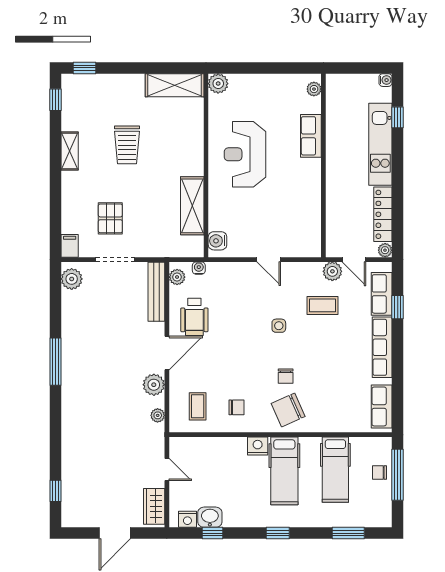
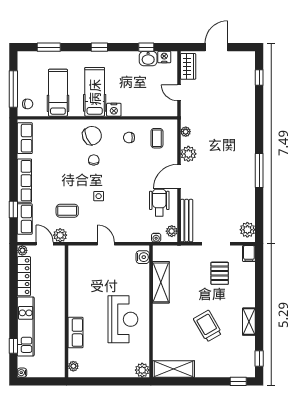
trolley: (127, 145) -> (208, 326), turned -30
chair: (379, 473) -> (28, 104), moved

